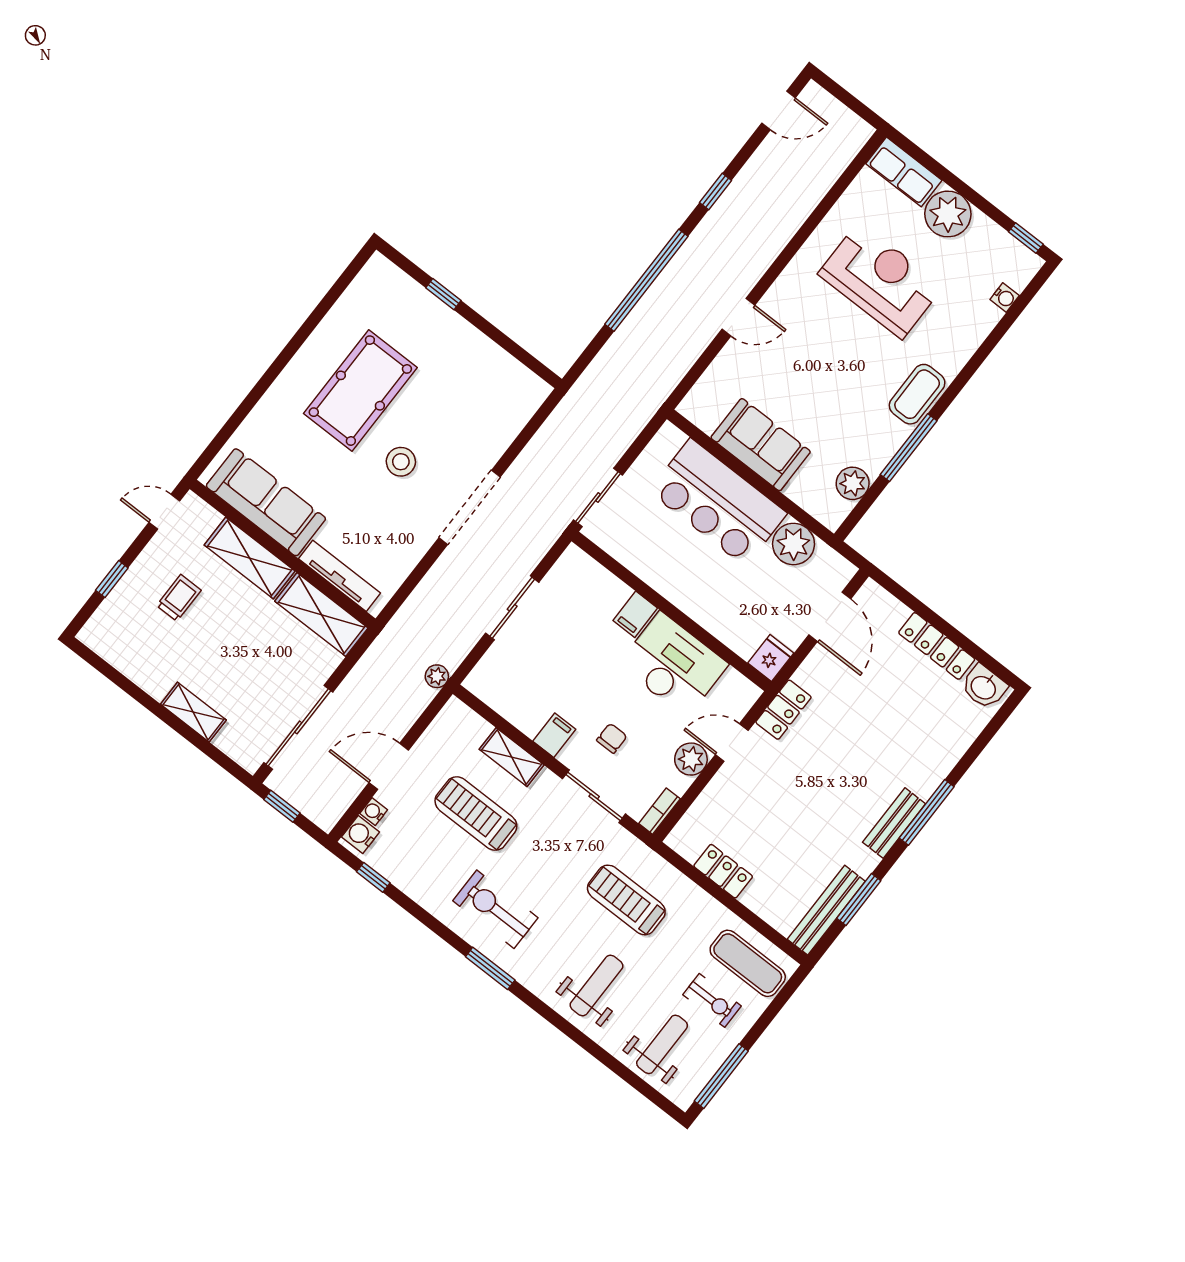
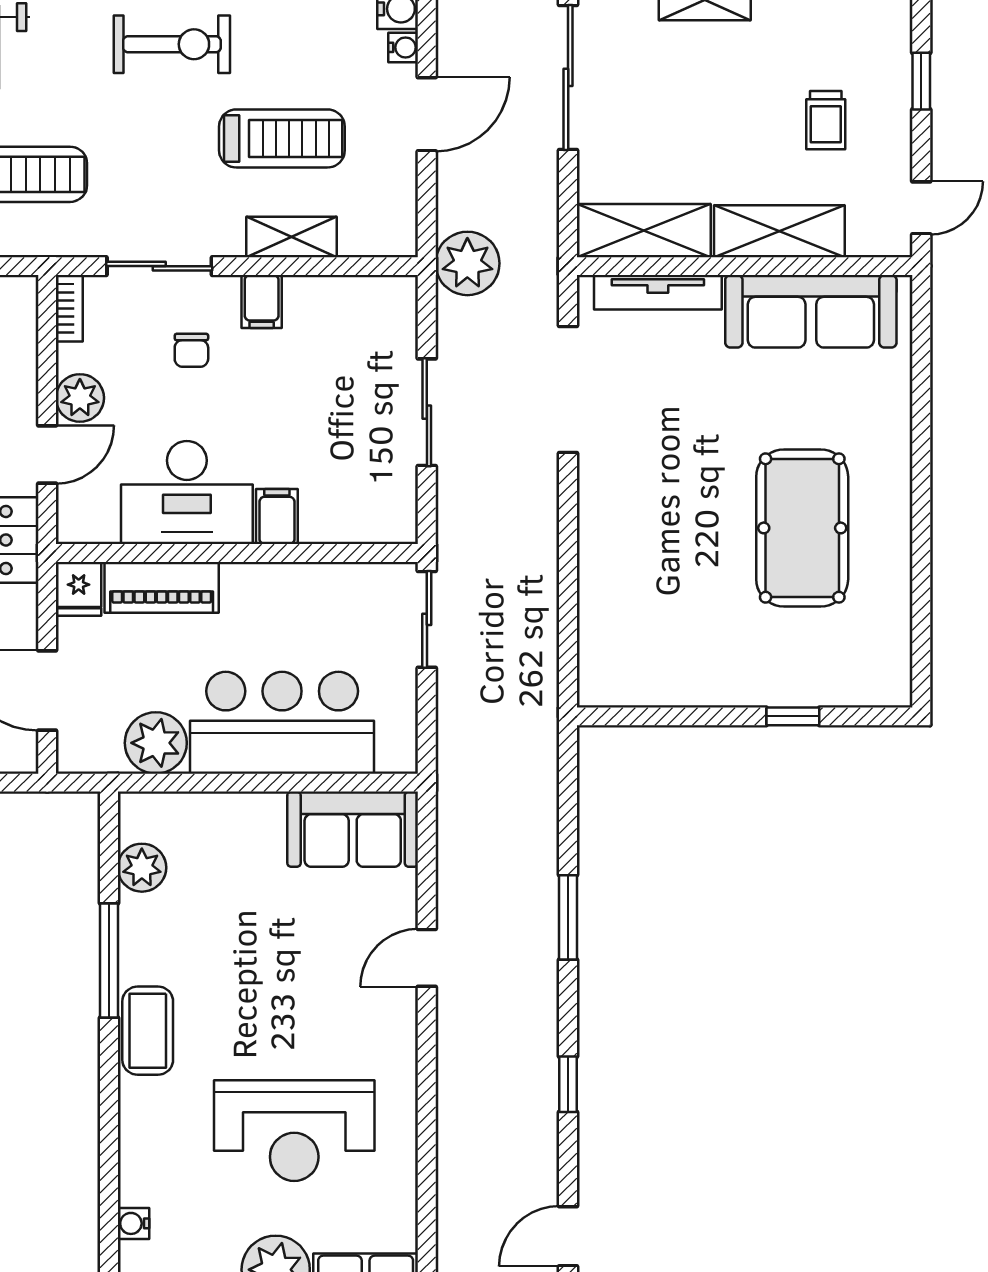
window: (646, 280) -> (568, 917), width x0.47
sofa: (761, 445) -> (353, 829), moved
stool: (401, 462) -> (690, 482), removed
doorway: (470, 507) -> (568, 389), moved
piano: (726, 624) -> (162, 587), added
plant: (437, 676) -> (467, 263), width x1.88, depth x1.88

